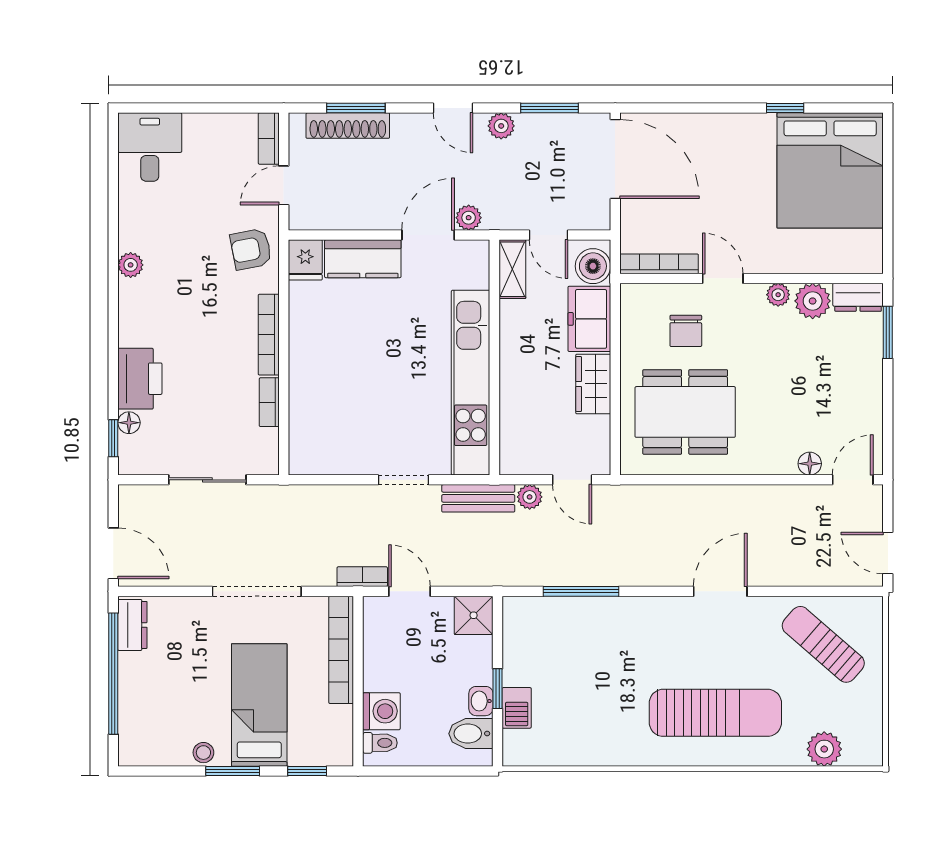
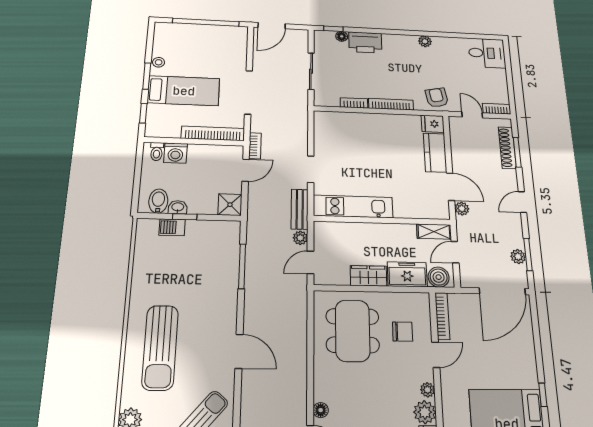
plant: (501, 126) -> (518, 257), moved
chair: (686, 331) -> (403, 332), turned 180
kitchen unit: (471, 383) -> (353, 207), width x0.73
dresser: (132, 625) -> (232, 32), removed

